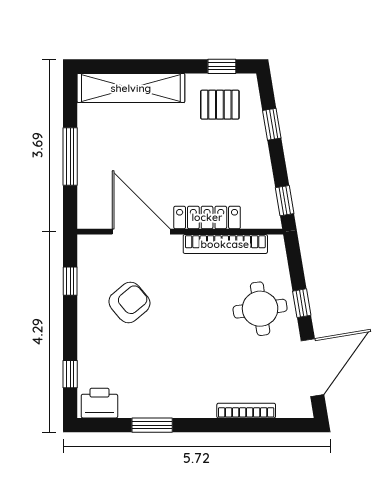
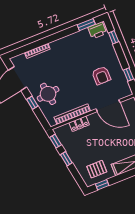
window: (272, 124) -> (66, 159), moved
locker: (207, 217) -> (79, 124), width x0.66
armchair: (129, 302) -> (101, 75), turned -50
window: (152, 425) -> (86, 25), moved

